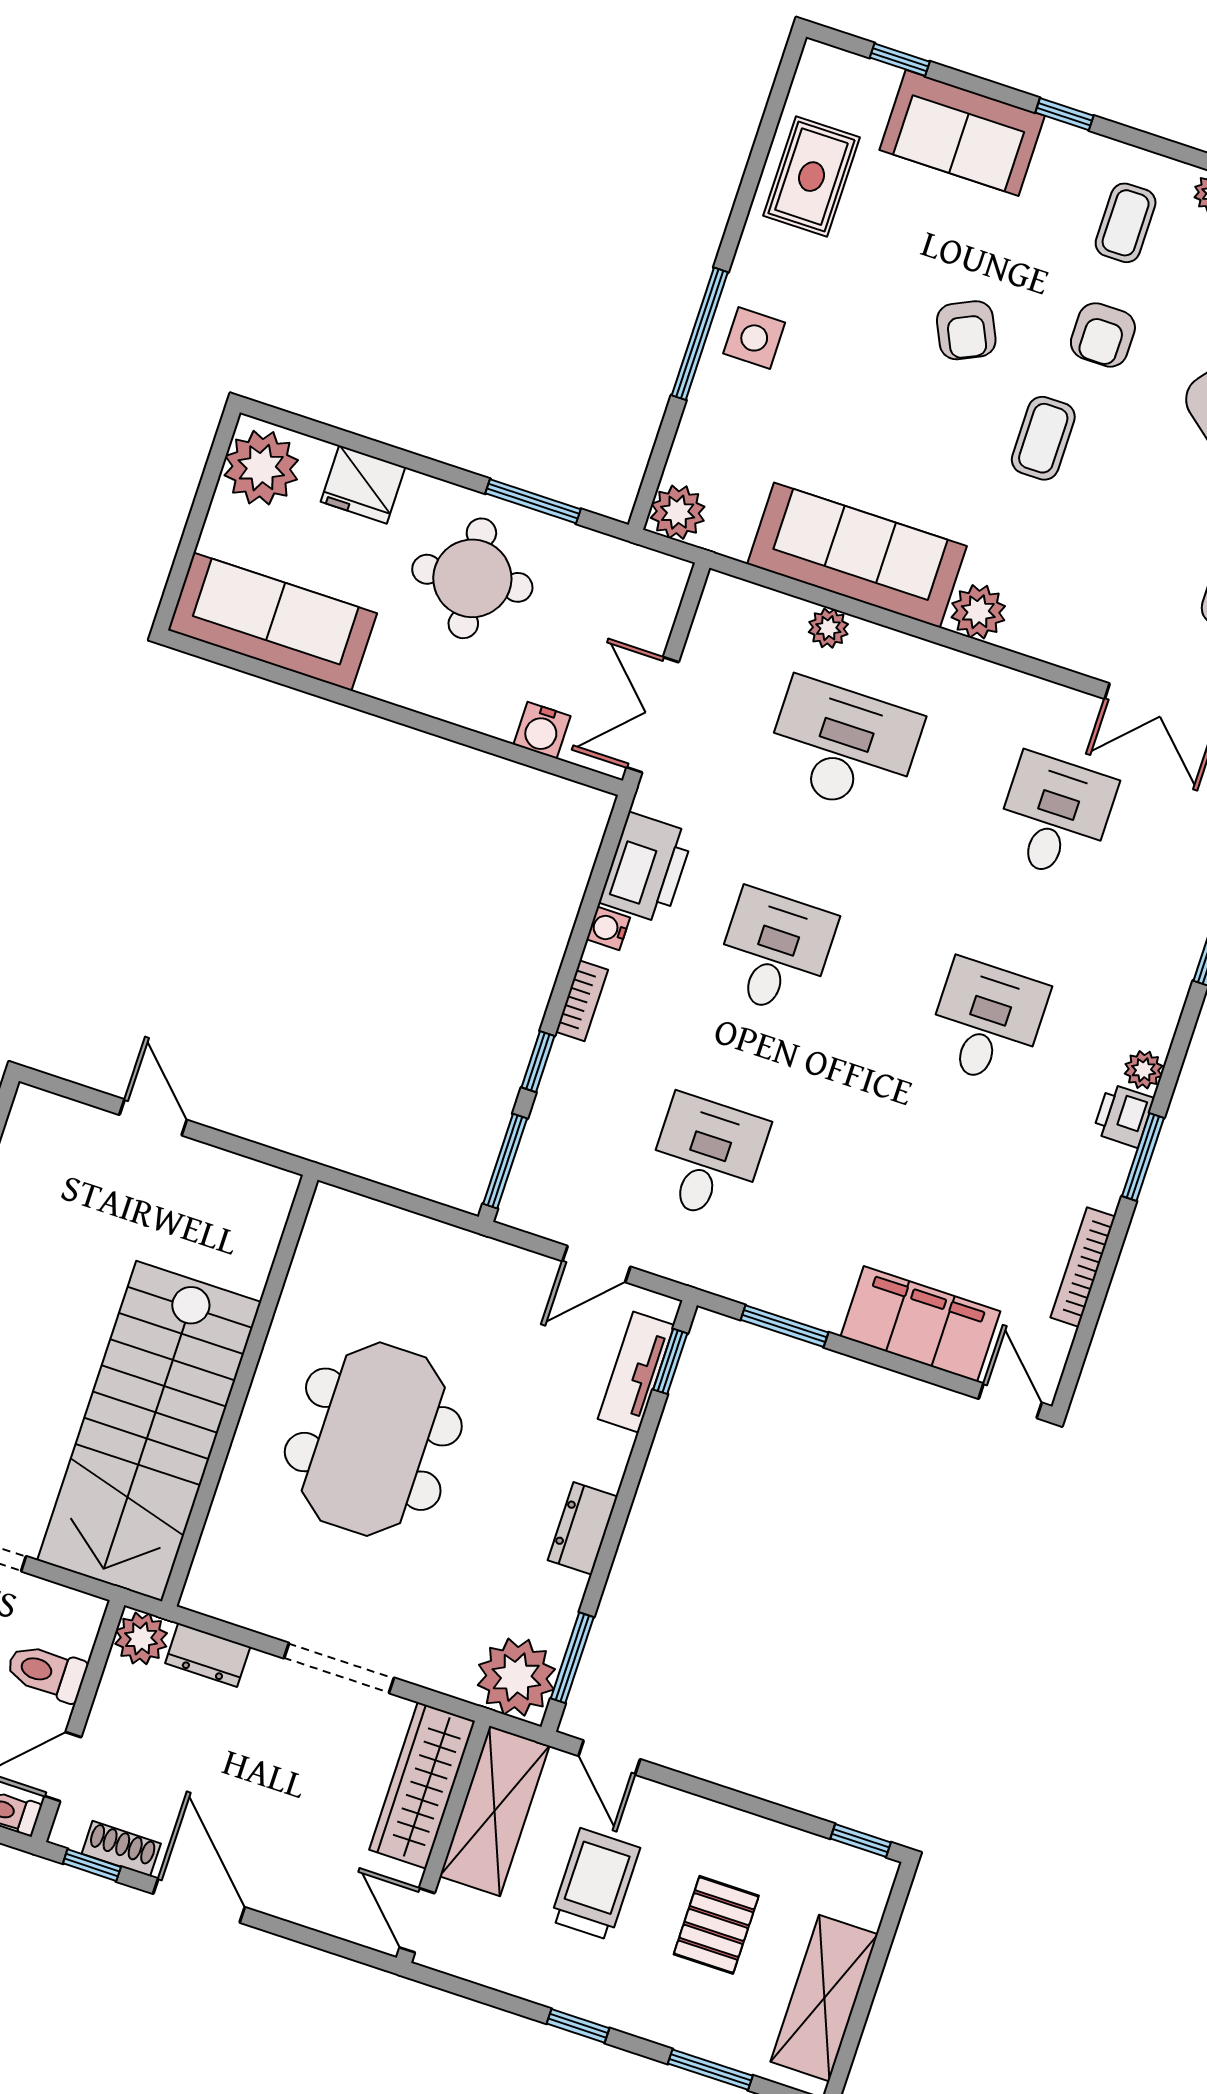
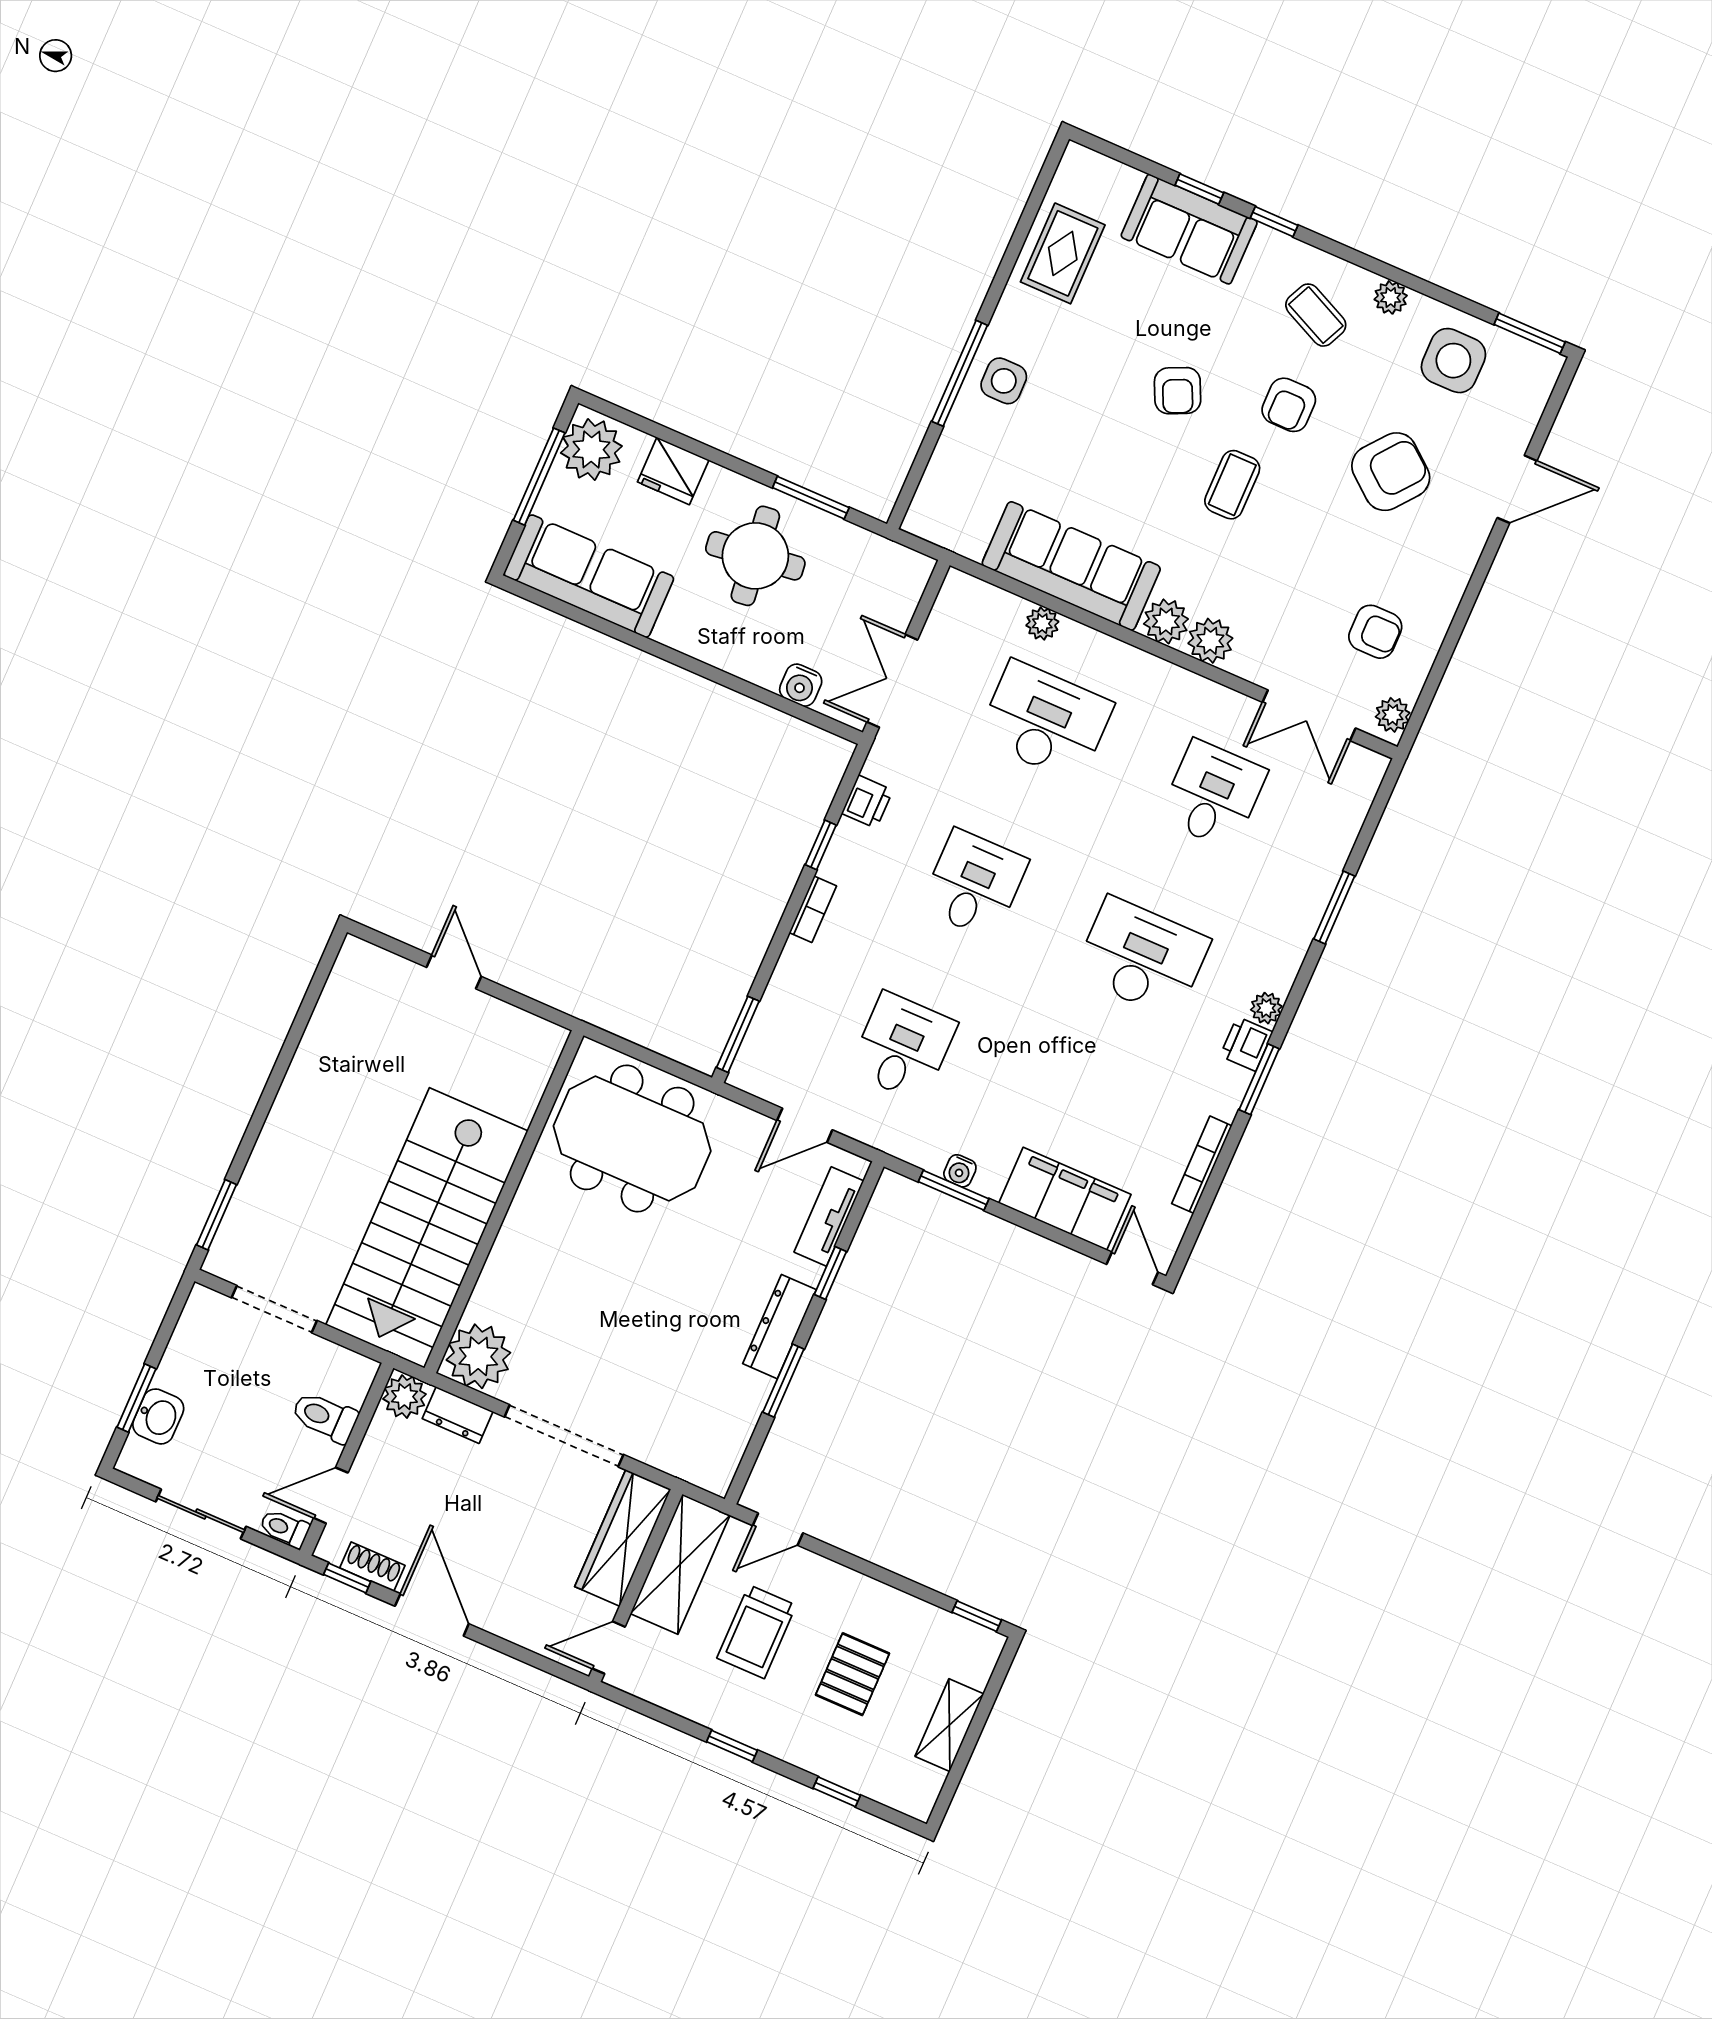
window: (900, 60) -> (1199, 189), moved
coffee table: (1126, 223) -> (1316, 315), turned -65
window: (201, 506) -> (539, 477), added
plant: (678, 512) -> (1210, 641), moved
printer: (646, 868) -> (867, 802), width x0.53, depth x0.68
water cooler: (608, 928) -> (960, 1171), moved, turned -90
desk: (987, 1022) -> (1142, 957), width x1.37
window: (538, 1062) -> (821, 845), moved
window: (670, 1361) -> (830, 1273), moved
meeting table: (373, 1439) -> (632, 1138), moved, turned 90
dresser: (583, 1528) -> (779, 1327), width x1.44
window: (572, 1658) -> (783, 1381), moved
doorway: (339, 1668) -> (564, 1436), width x1.36
plant: (516, 1677) -> (478, 1356), moved
door: (609, 1757) -> (778, 1529), hinge flipped
trolley: (595, 1884) -> (757, 1632), turned 180
door: (417, 1920) -> (609, 1648), hinge flipped
shelving: (824, 1998) -> (949, 1725), width x0.67, depth x0.75
window: (710, 2070) -> (837, 1792), width x0.67

